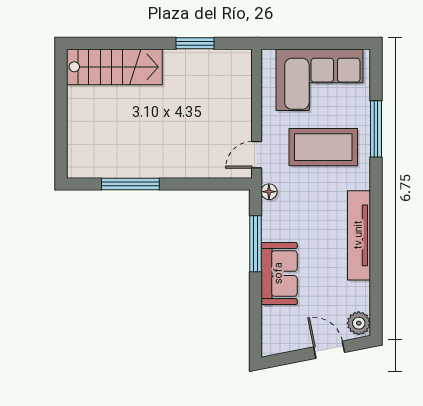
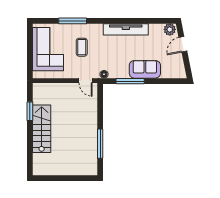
stairs: (114, 67) -> (42, 129), moved
coffee table: (323, 147) -> (82, 47), width x0.54, depth x0.58

